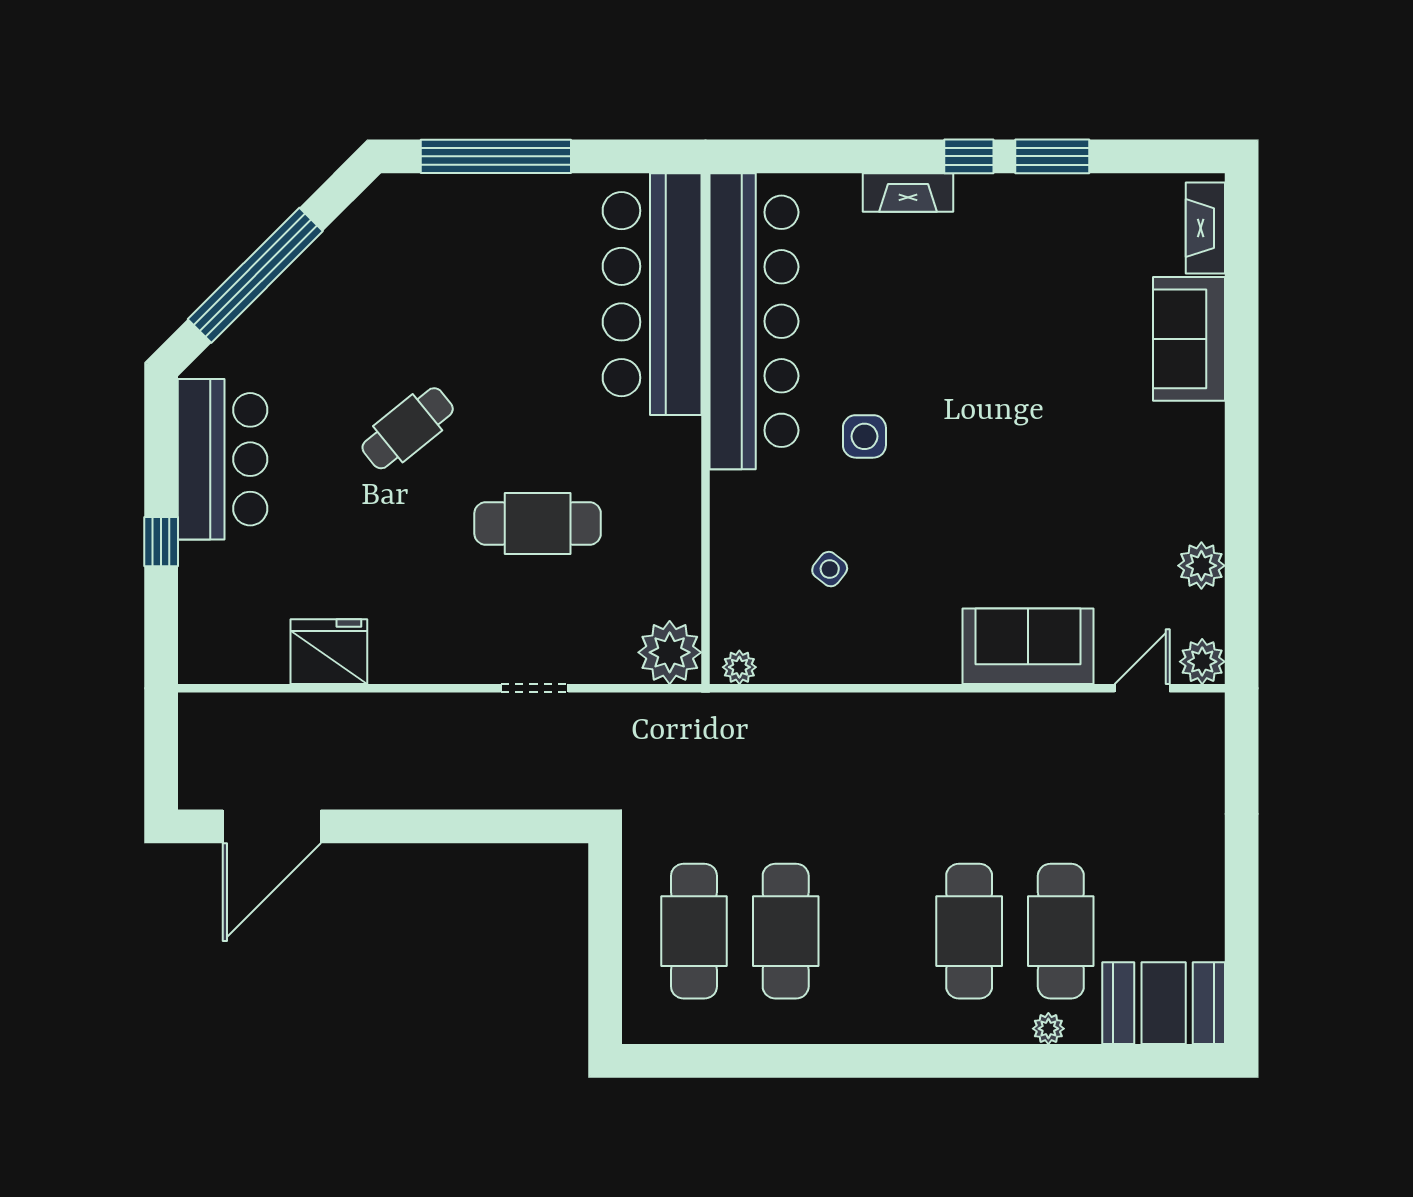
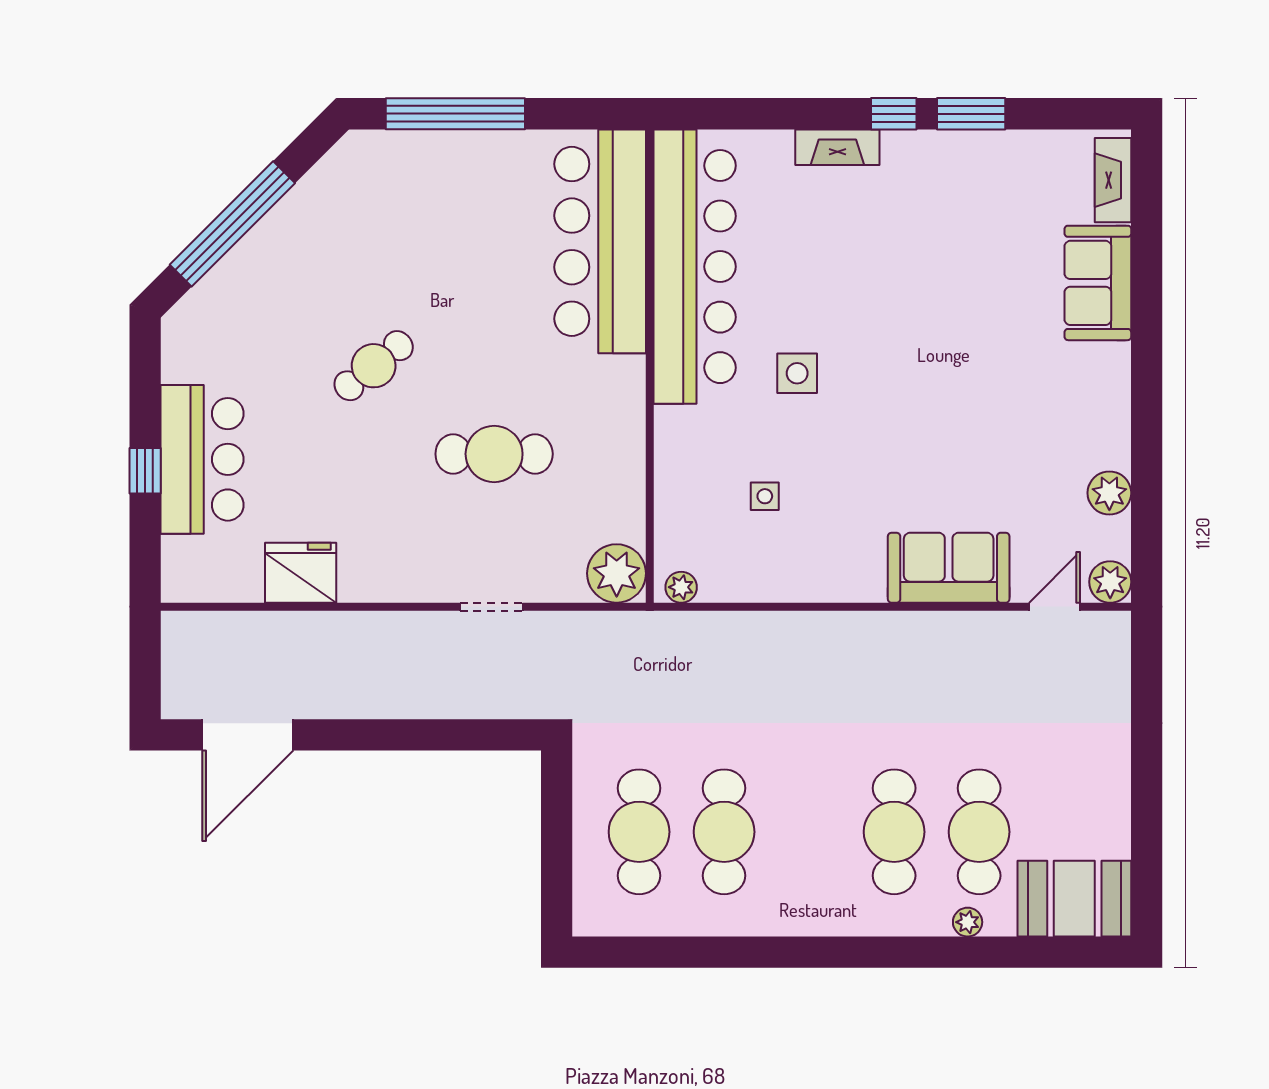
bar counter: (223, 459) -> (202, 459), moved
side table: (830, 569) -> (765, 496), turned -38

